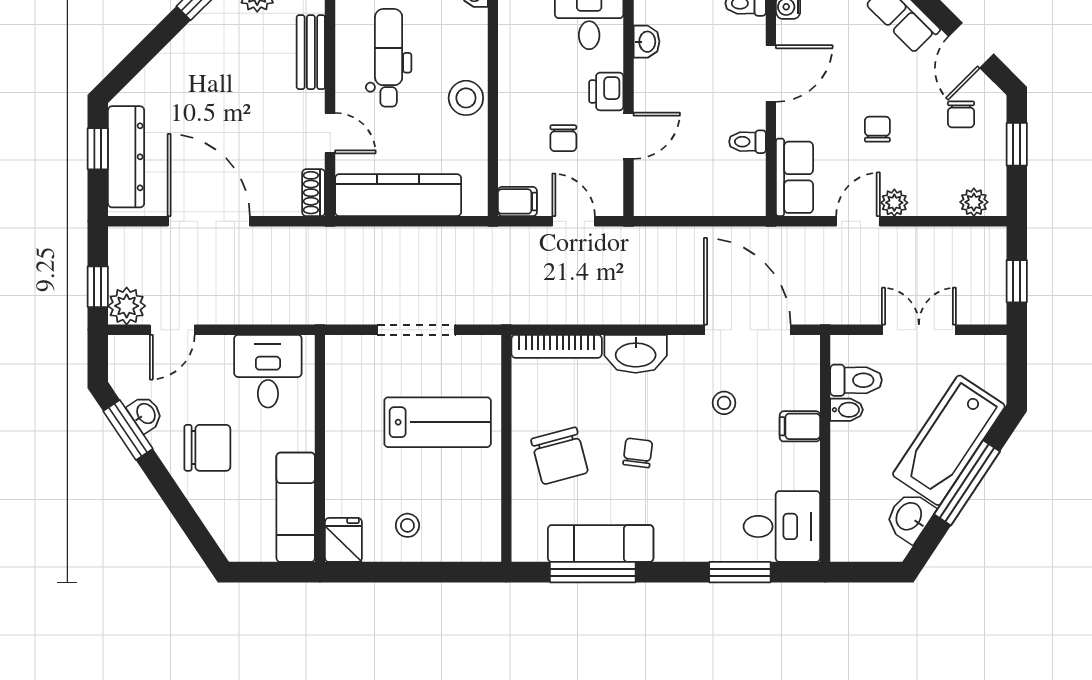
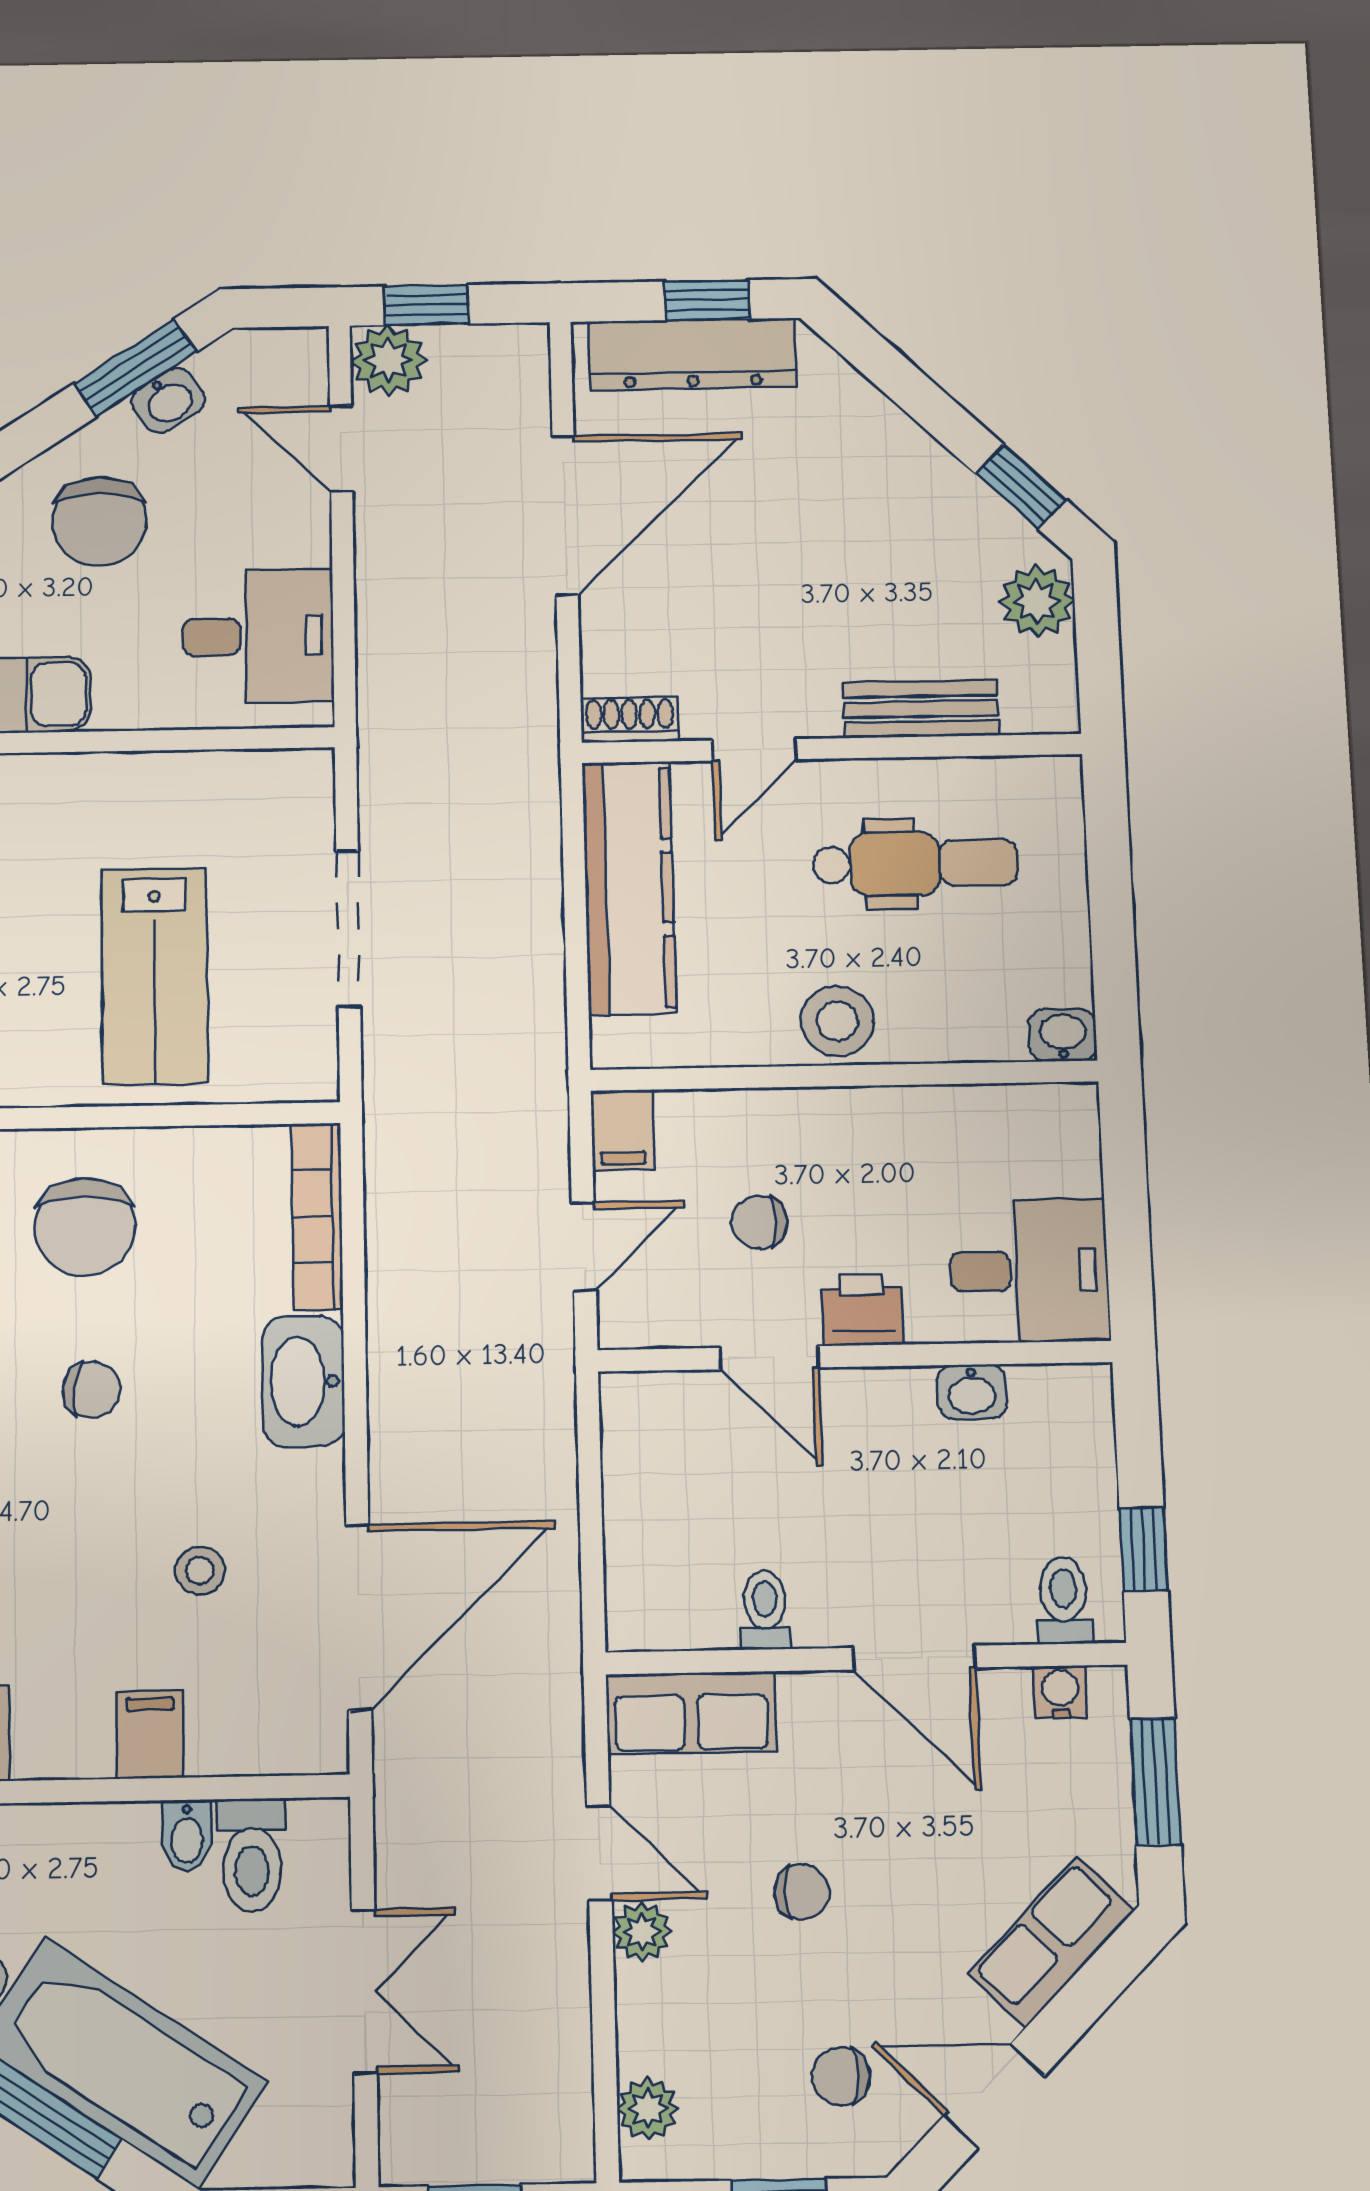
chair: (560, 456) -> (85, 1227), turned -75

